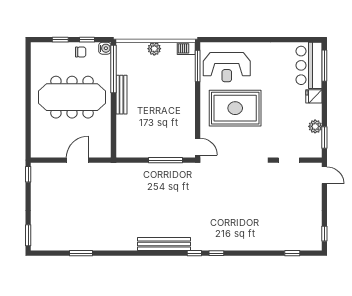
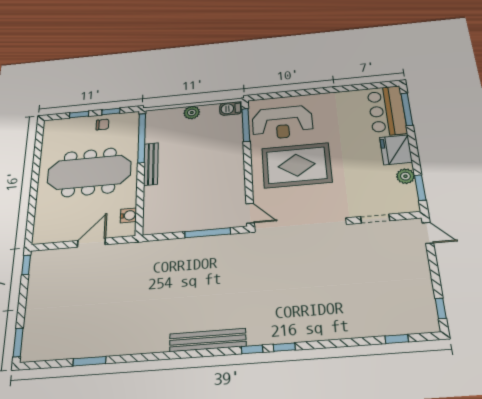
water cooler: (105, 48) -> (128, 215), moved
fridge: (314, 96) -> (396, 150), width x1.88, depth x1.34

